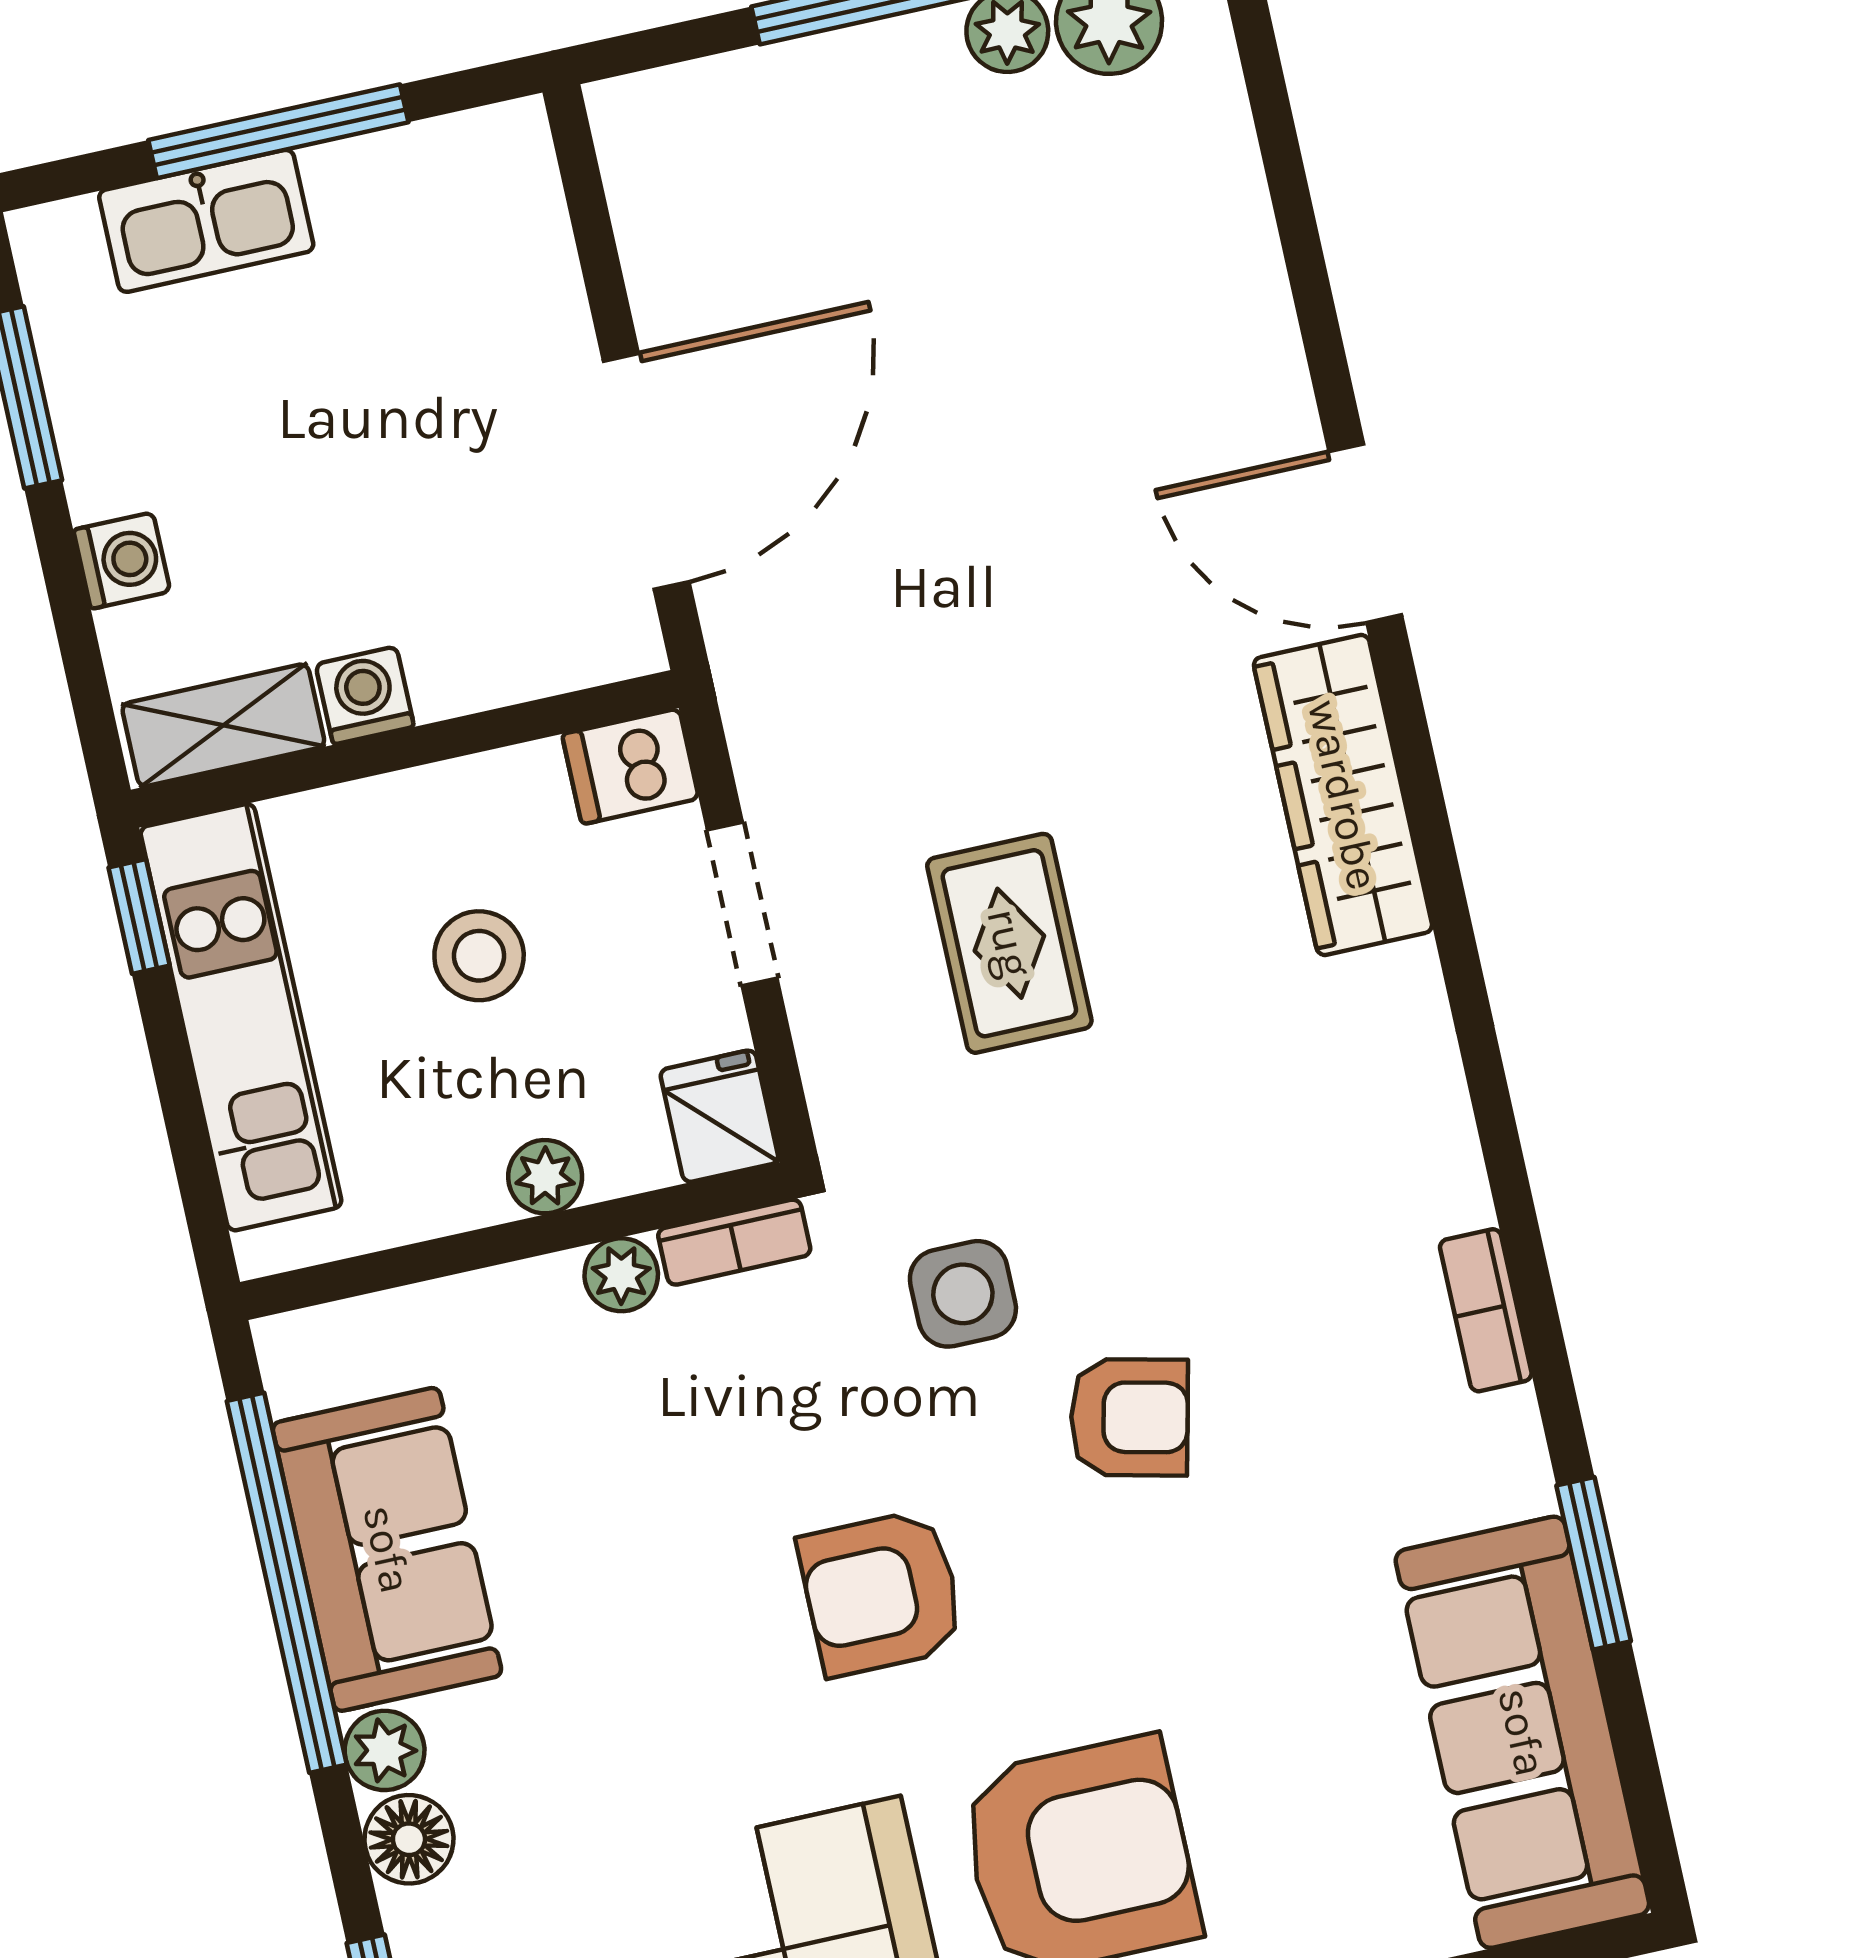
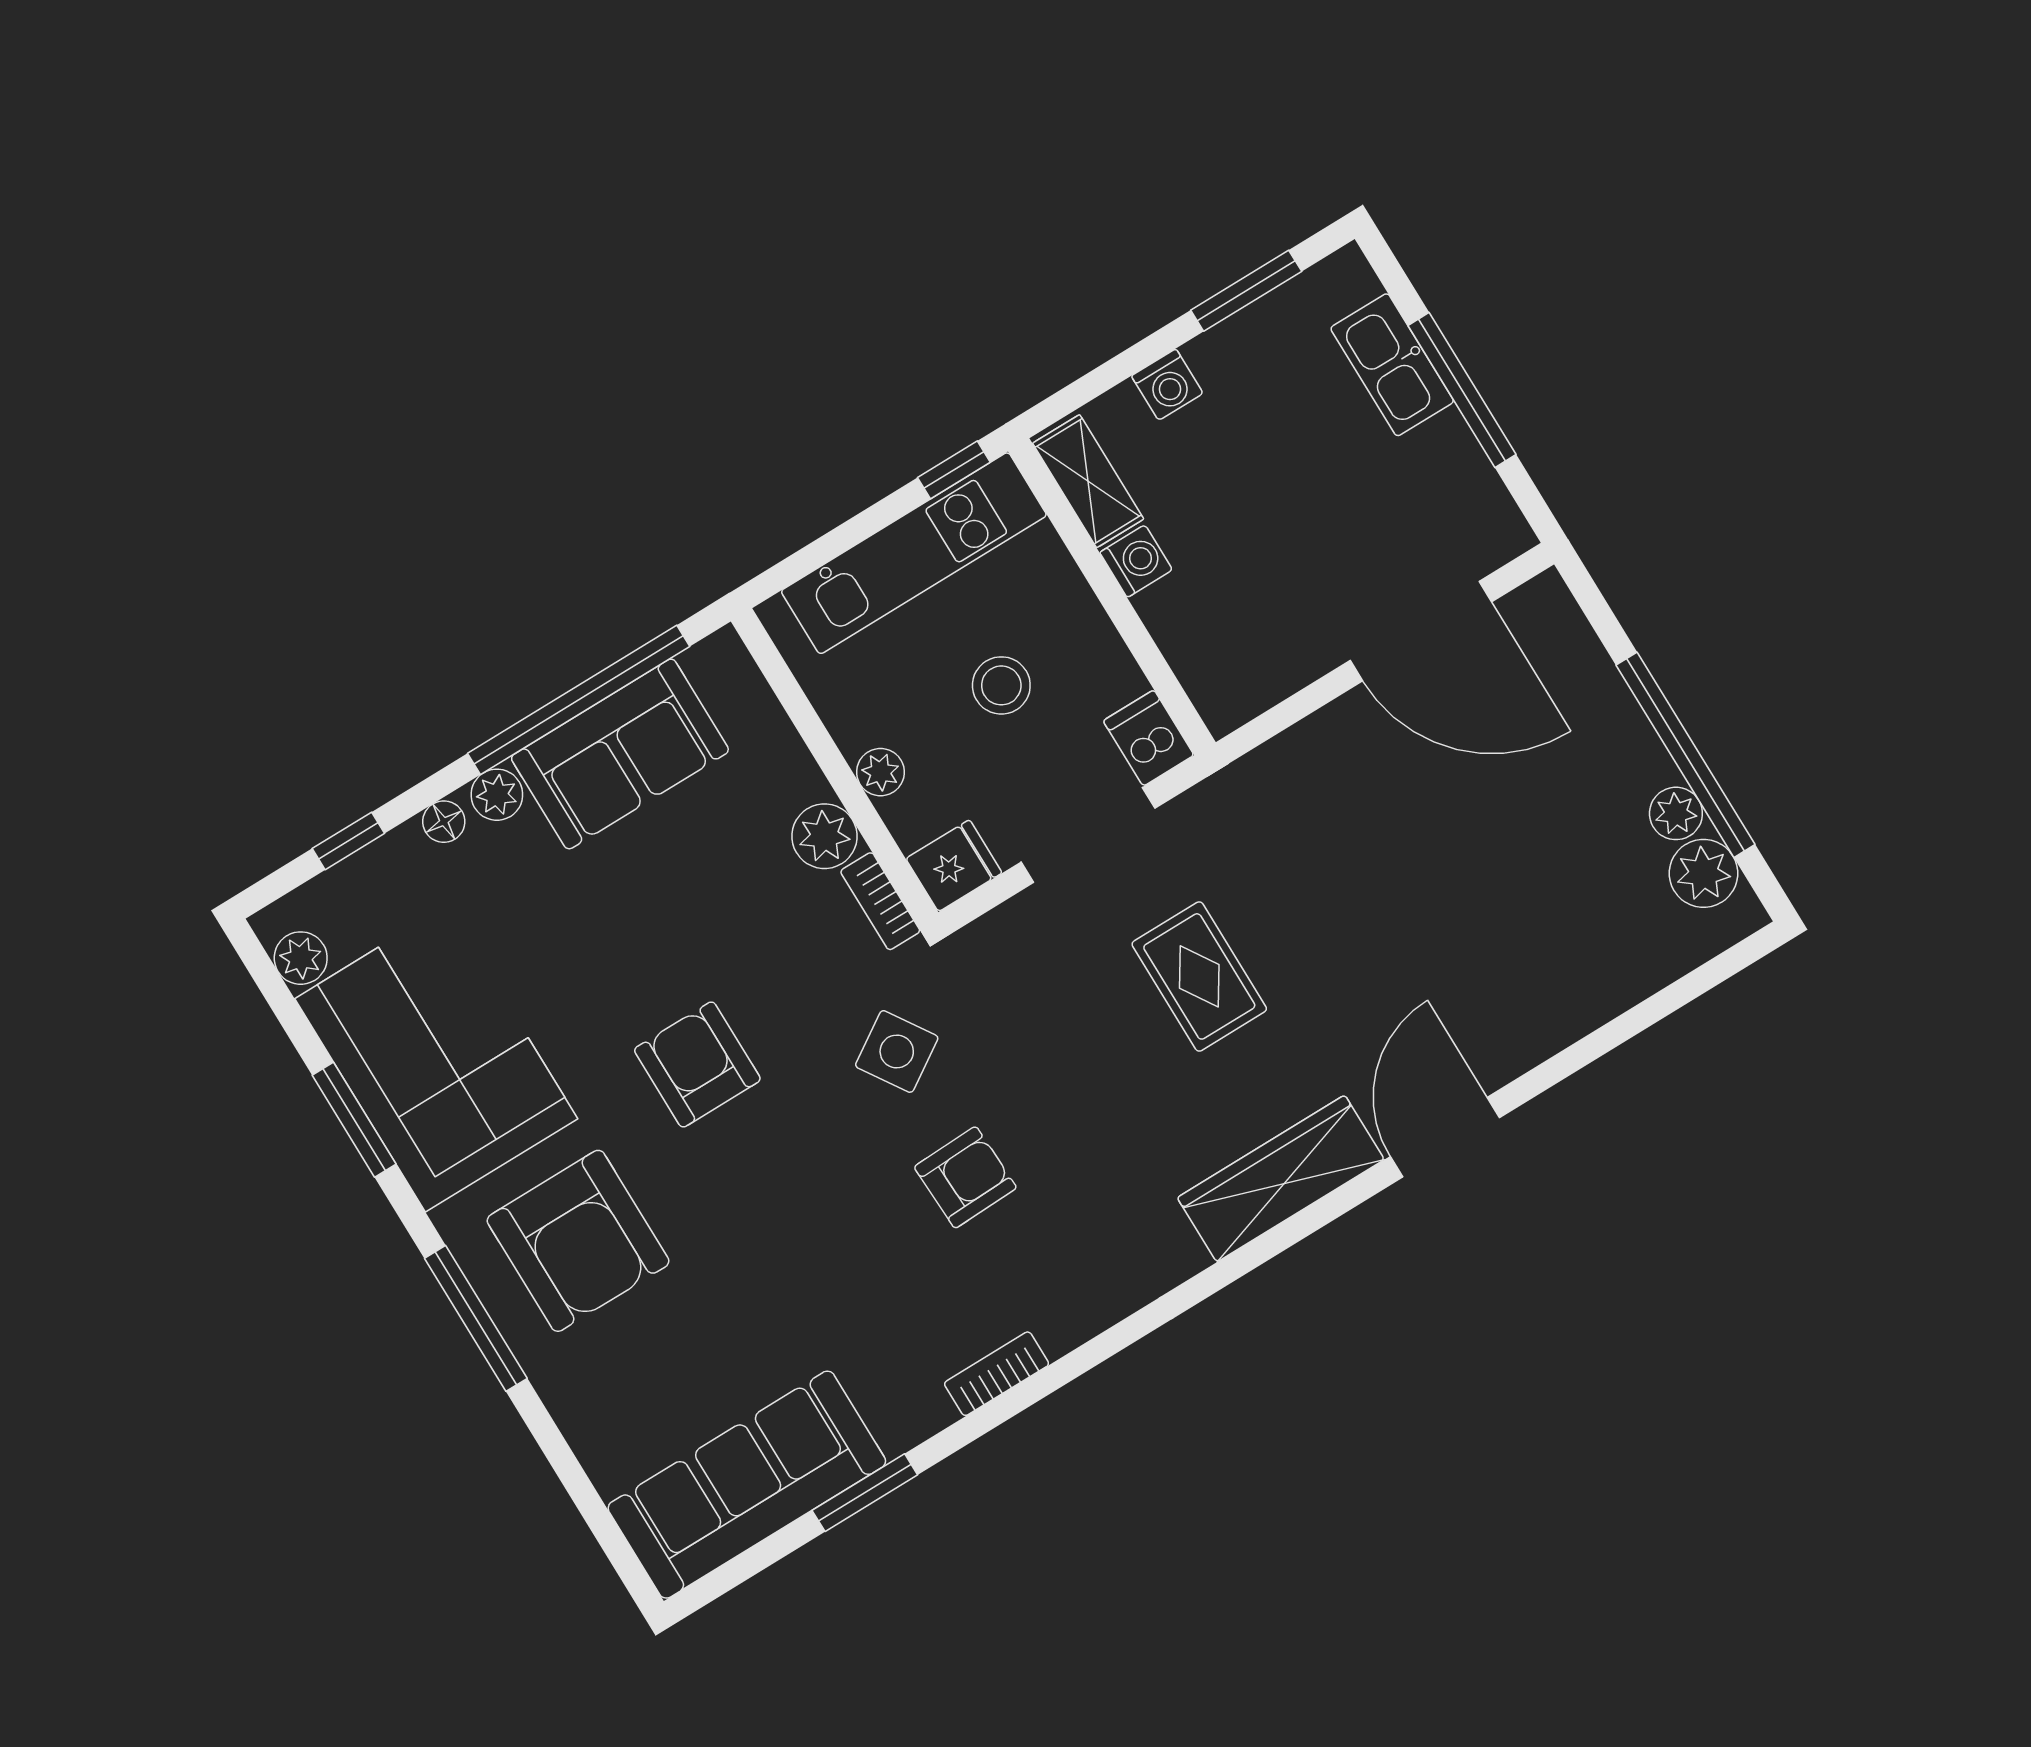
door: (646, 471) -> (1421, 631), moved
doorway: (742, 904) -> (1088, 835), width x1.38
rug: (1009, 943) -> (1199, 976), moved, turned 90
plant: (621, 1275) -> (824, 836), width x1.38, depth x1.38
side table: (963, 1294) -> (897, 1051), turned -33
armchair: (1129, 1417) -> (965, 1177), moved, turned -105
floor lamp: (409, 1839) -> (444, 822), width x0.73, depth x0.73

